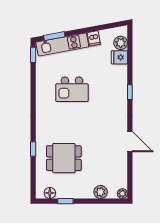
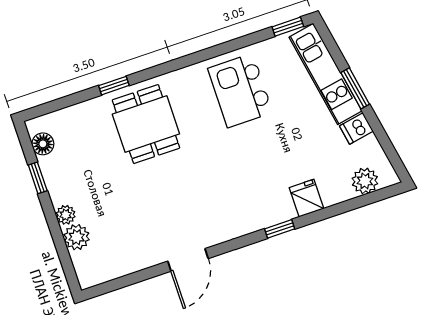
window: (54, 36) -> (355, 88), moved
fridge: (119, 57) -> (307, 198), moved
kitchen island: (72, 89) -> (240, 90), moved
dining table: (64, 158) -> (146, 124), moved
plant: (122, 194) -> (66, 215), moved

